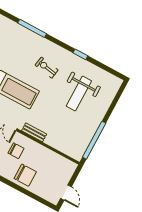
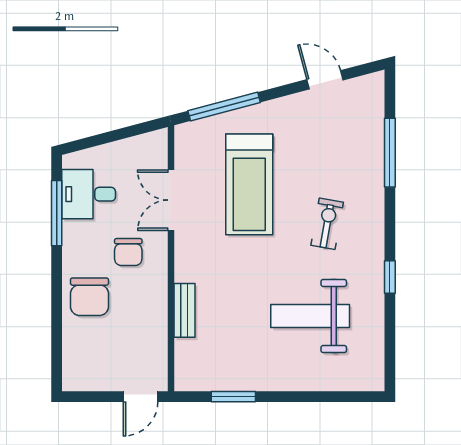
bench: (34, 132) -> (184, 310), moved
window: (94, 140) -> (233, 397), width x0.47
door: (66, 193) -> (141, 397), moved

